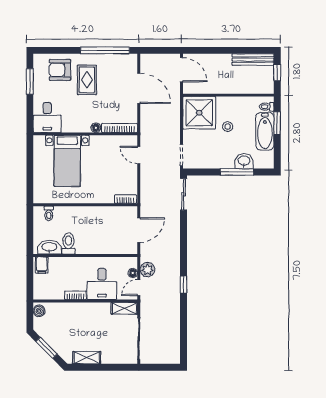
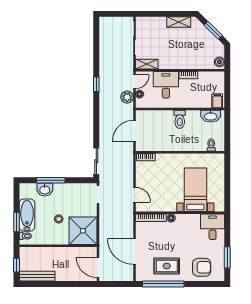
rug: (87, 80) -> (167, 266), moved, turned 90
toilet: (68, 244) -> (180, 119), moved

